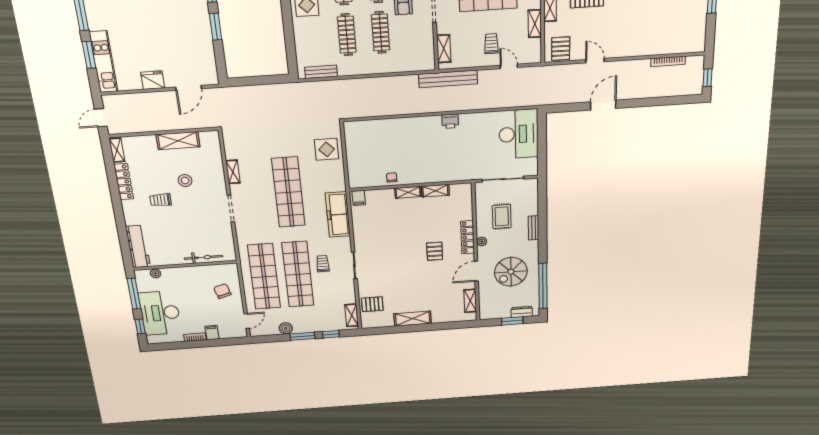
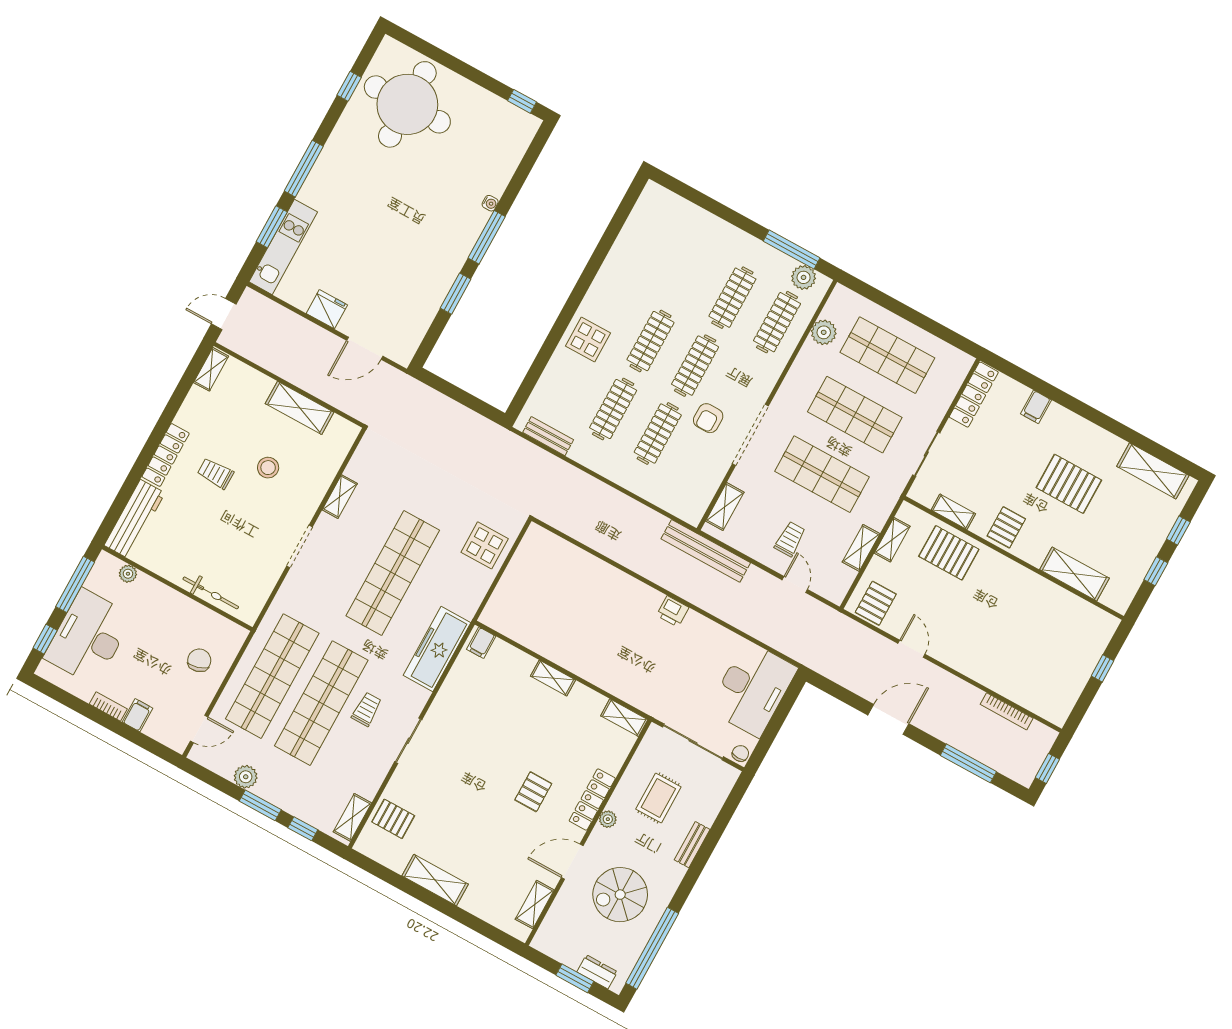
window: (661, 101) -> (968, 763), added
chair: (392, 177) -> (740, 753), moved
locker: (124, 182) -> (166, 455), moved
shelving: (435, 191) -> (624, 718), moved

